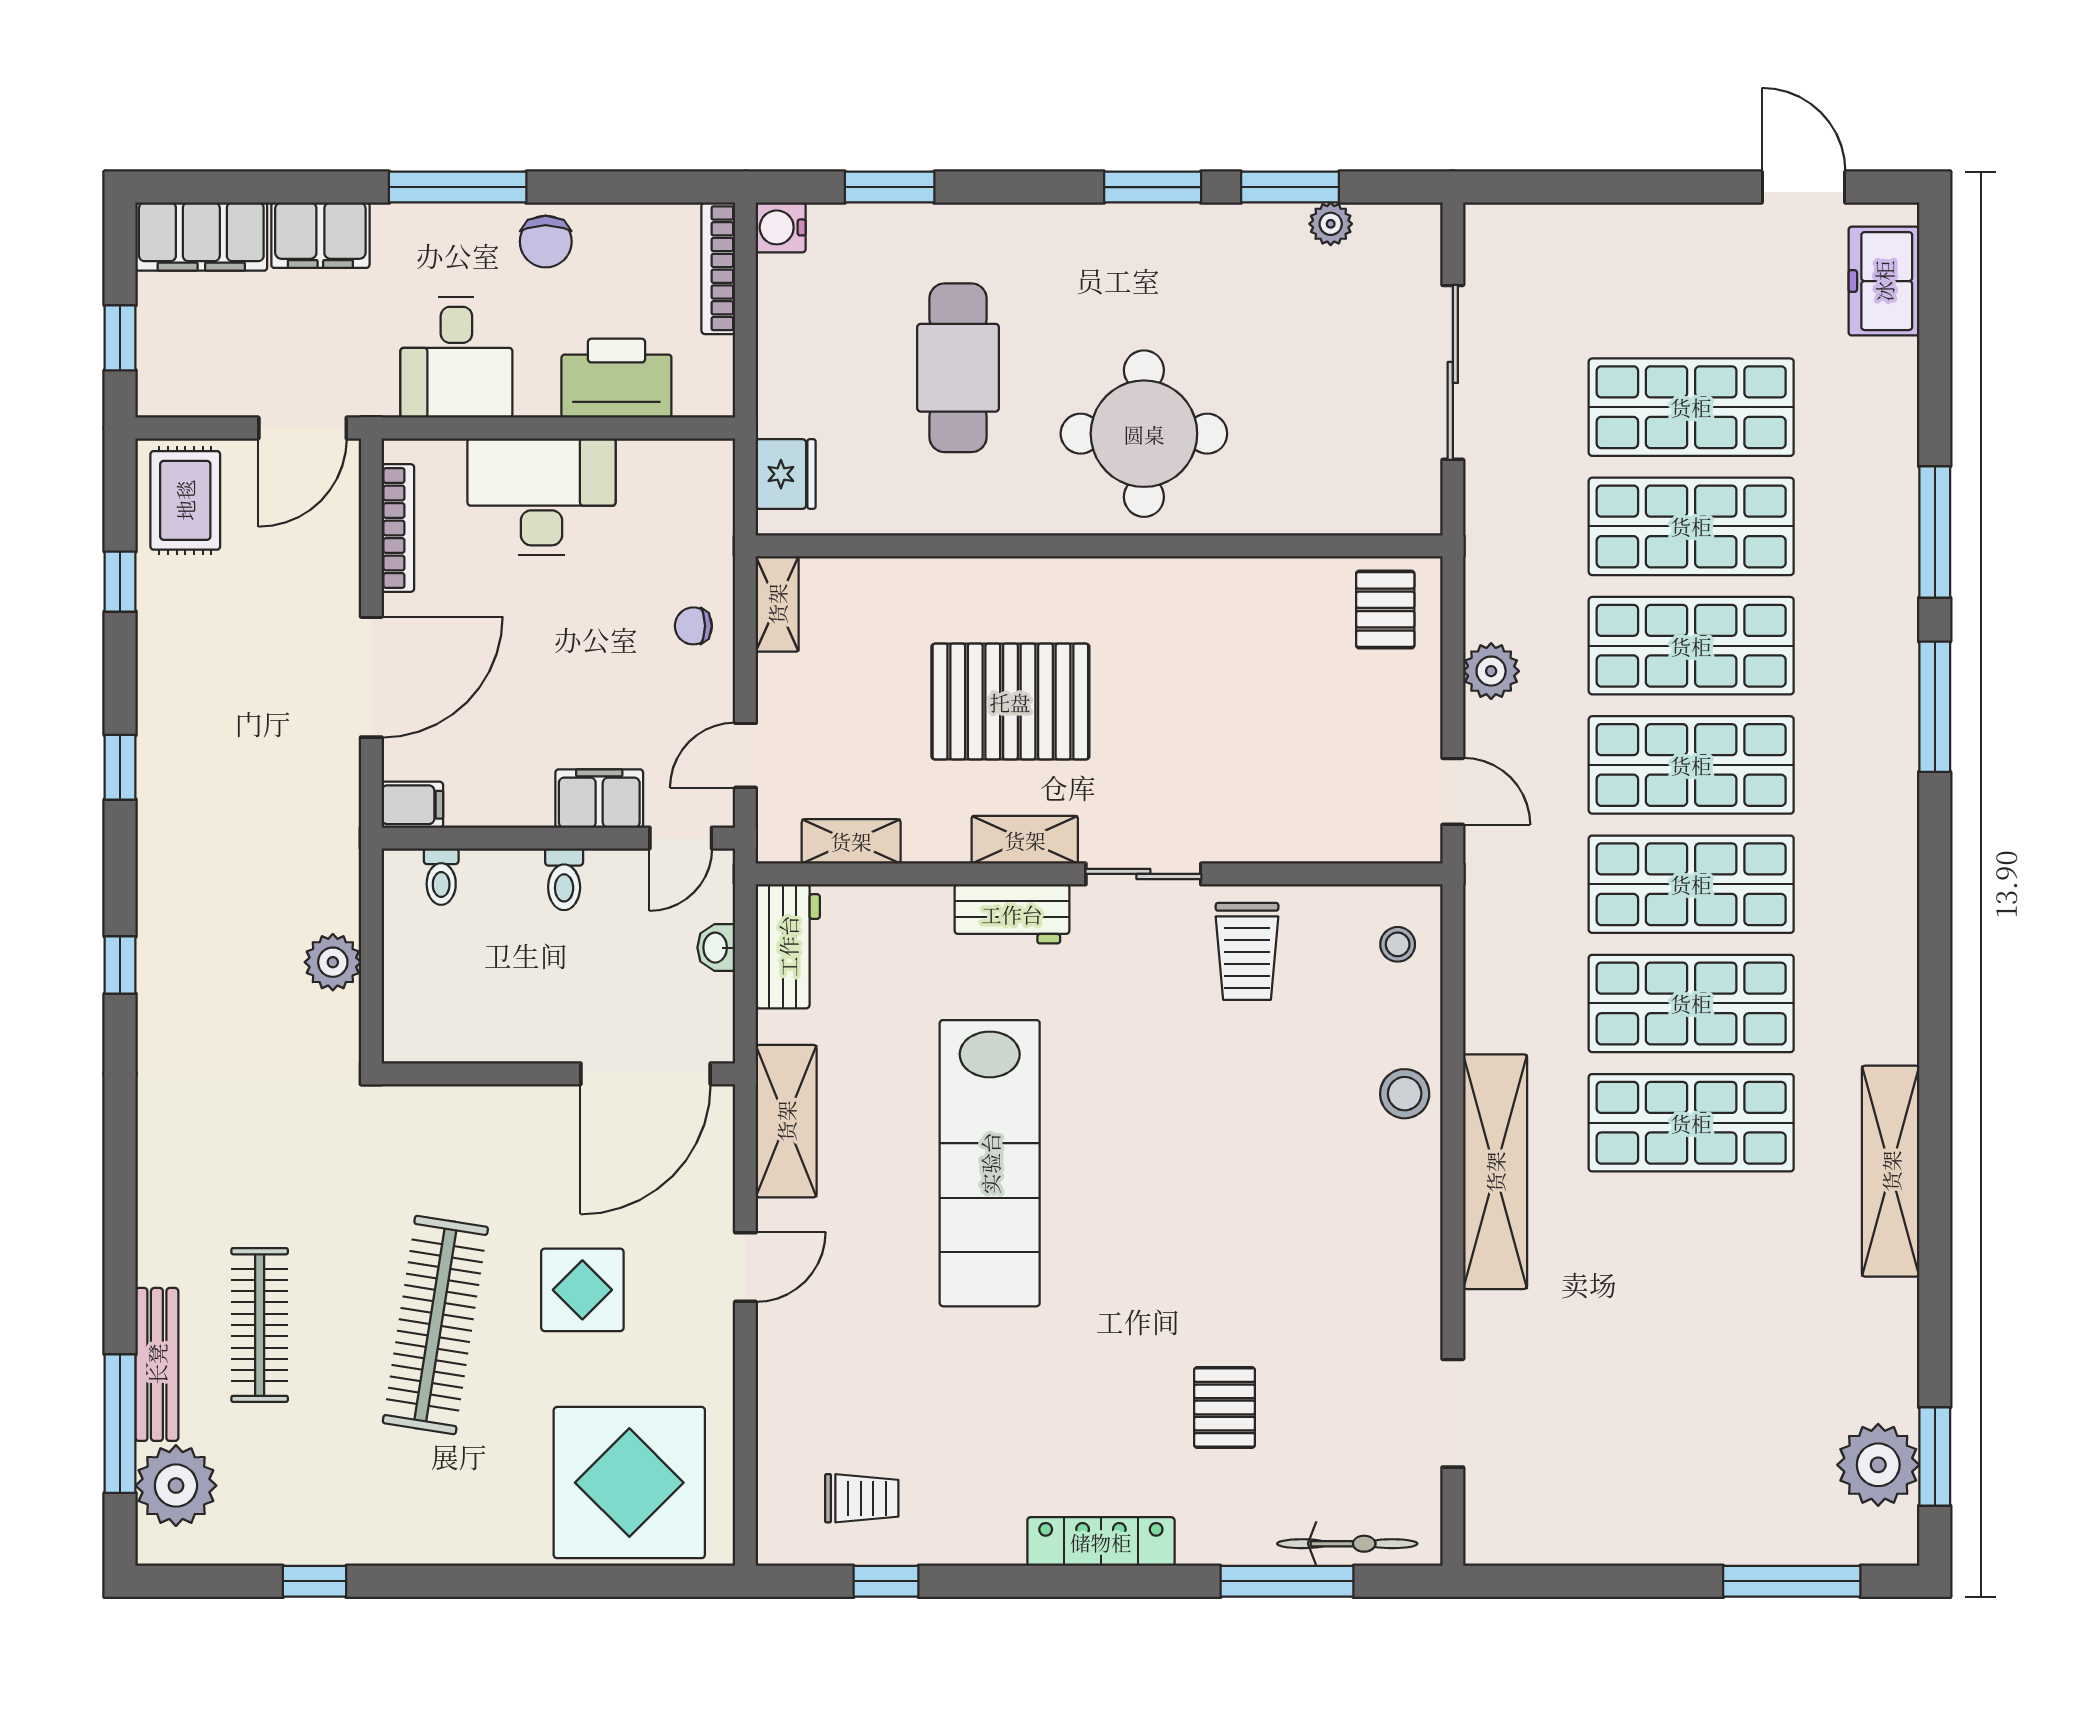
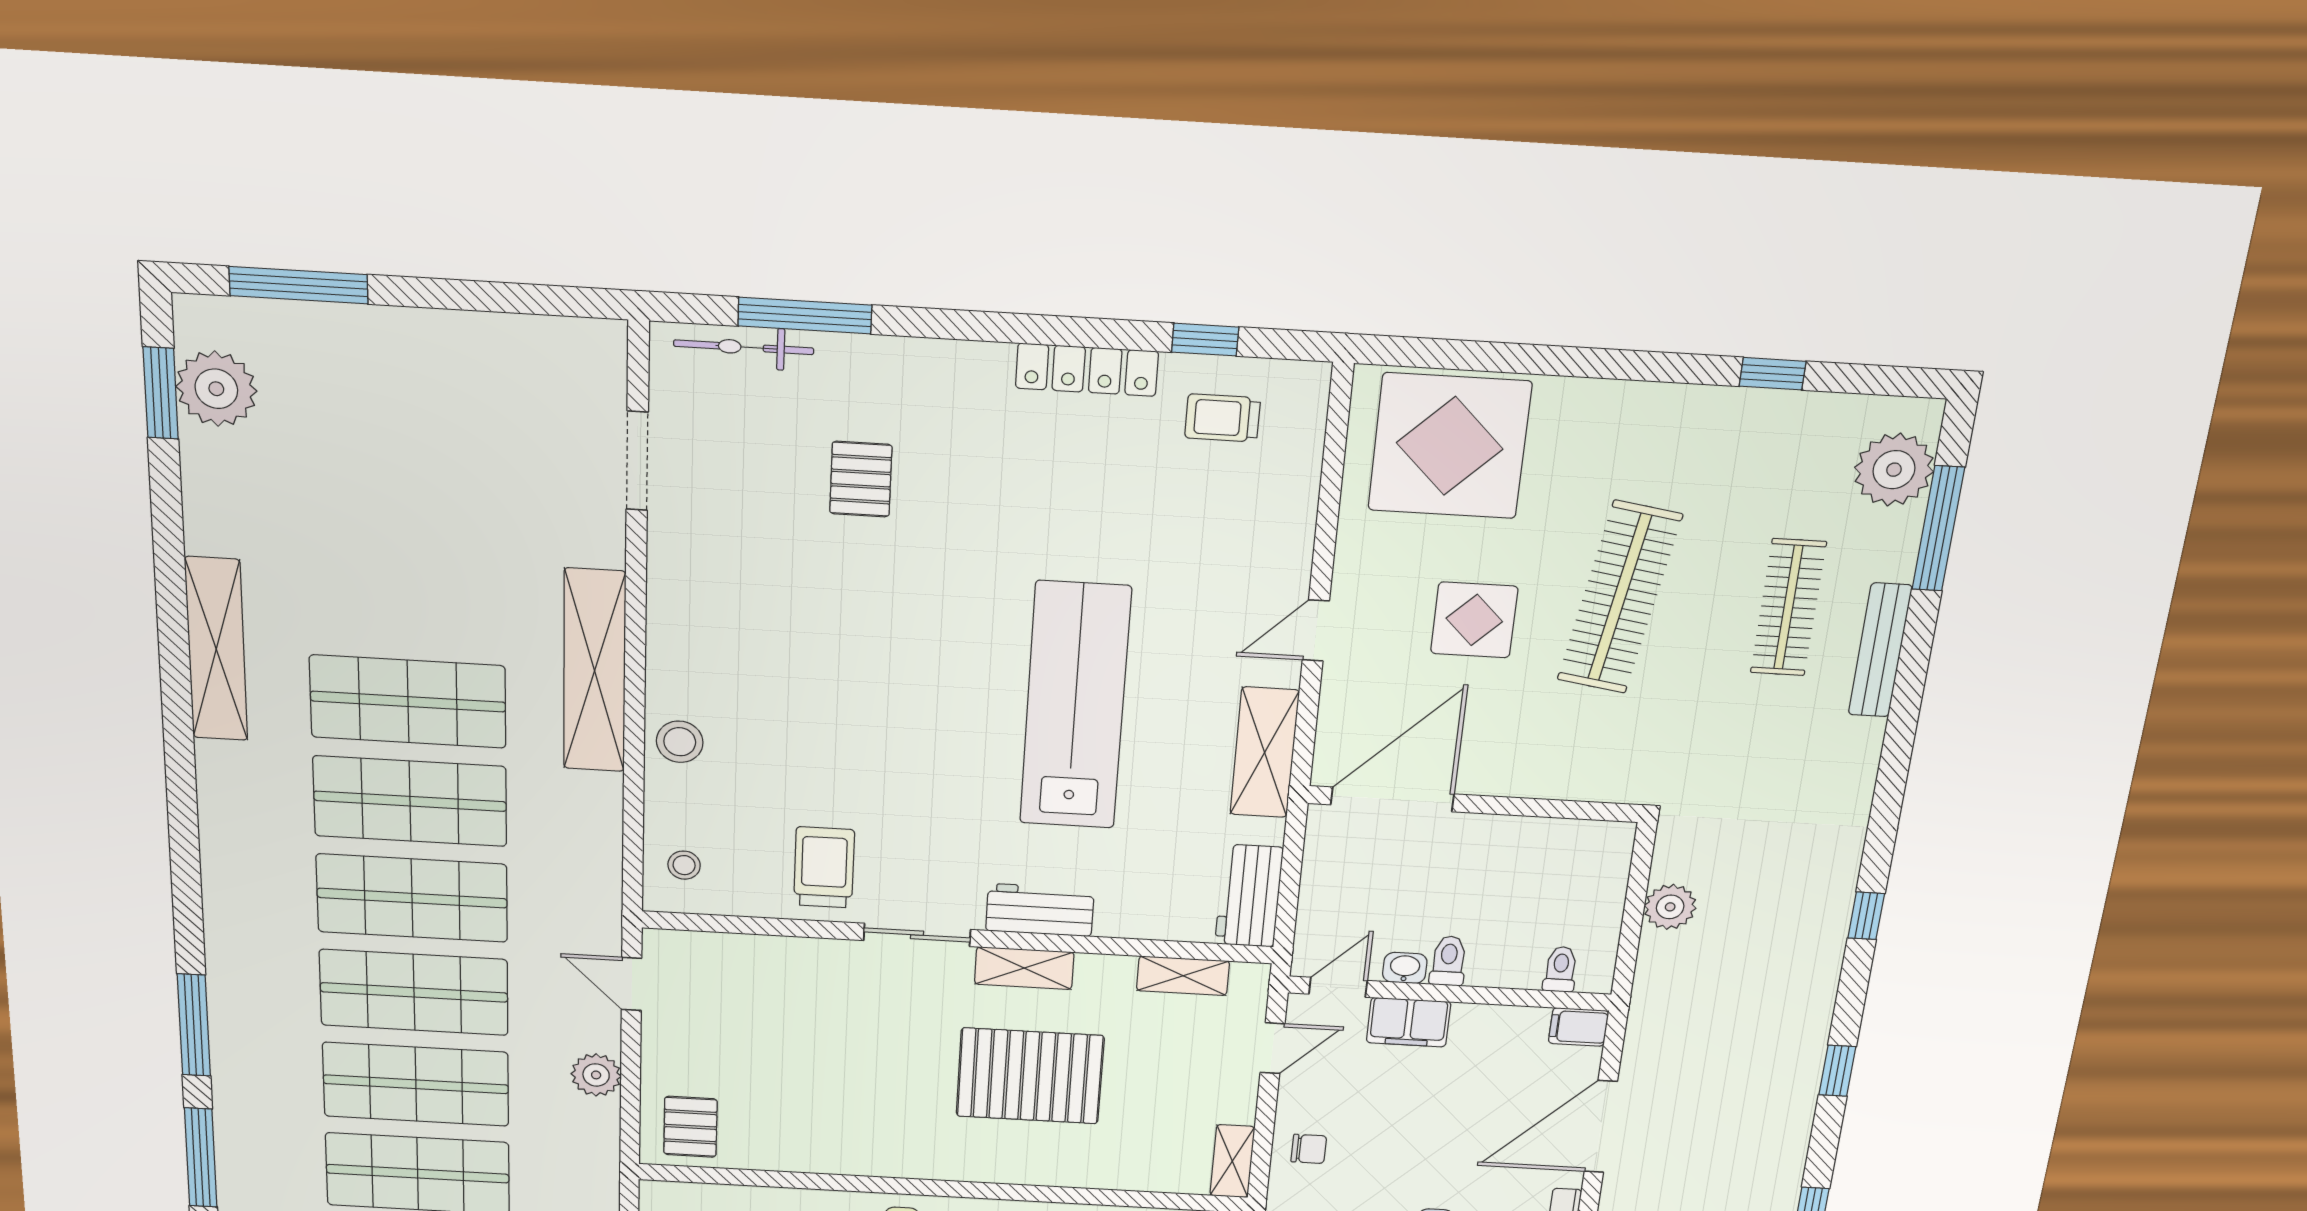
washbasin: (716, 948) -> (1405, 968), moved, turned -90
bench: (157, 1364) -> (1880, 650), moved
locker: (1101, 1542) -> (1087, 370), moved

